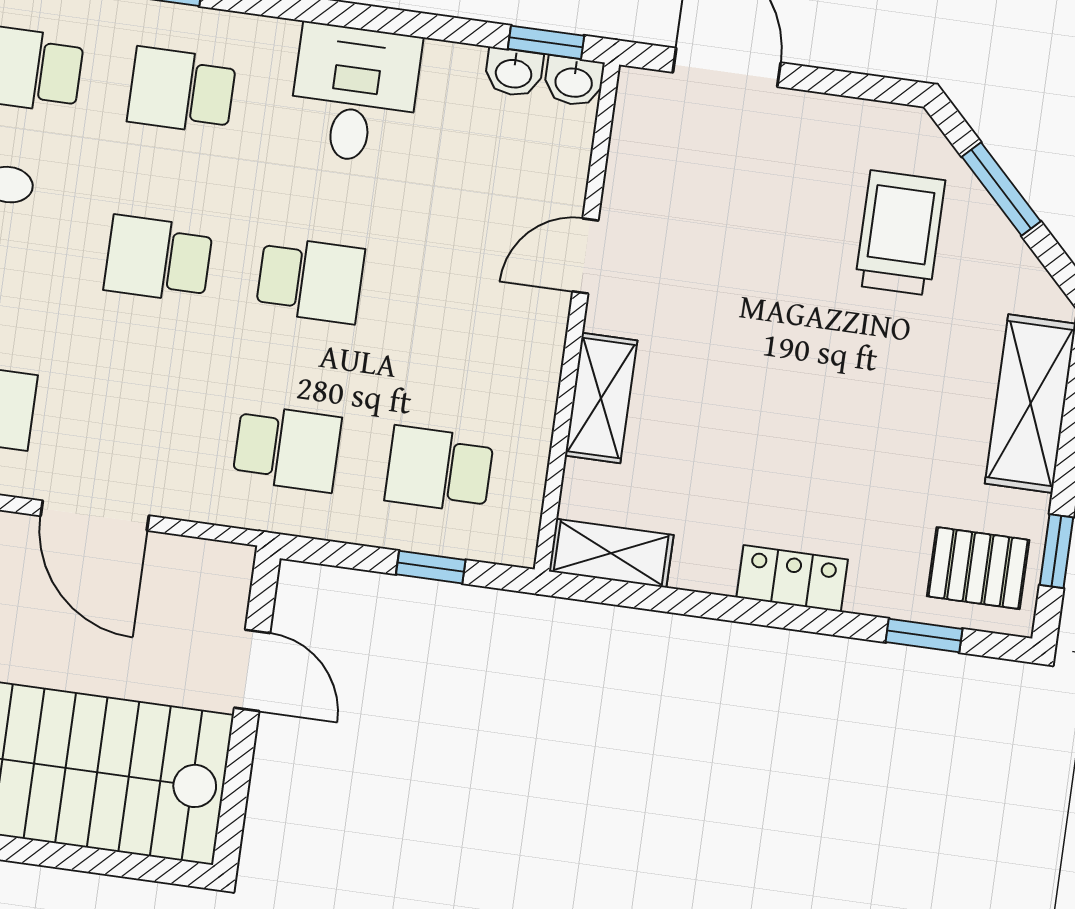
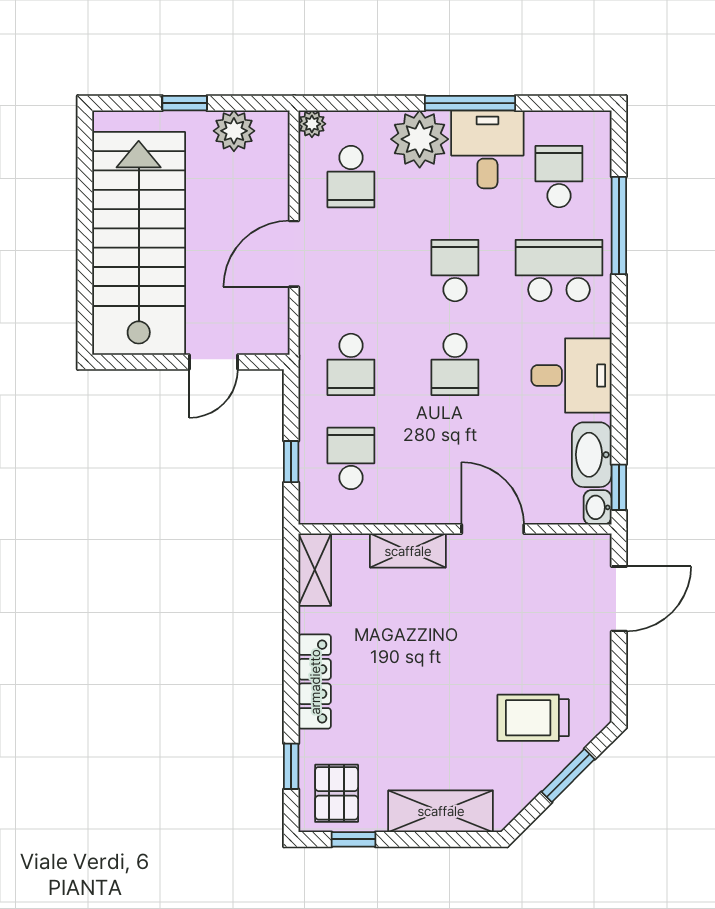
washbasin: (514, 72) -> (592, 455), width x1.91, depth x1.45
school desk: (182, 91) -> (559, 271), width x1.85
trolley: (900, 233) -> (533, 718), turned 180
door: (585, 256) -> (493, 529), width x1.38
locker: (792, 578) -> (315, 682), width x1.53

